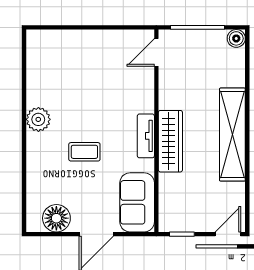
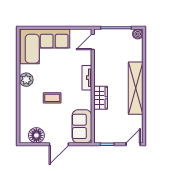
corner sofa: (72, 61) -> (45, 46), added
tv unit: (146, 136) -> (87, 78), moved
wardrobe: (170, 141) -> (101, 98), width x0.67

